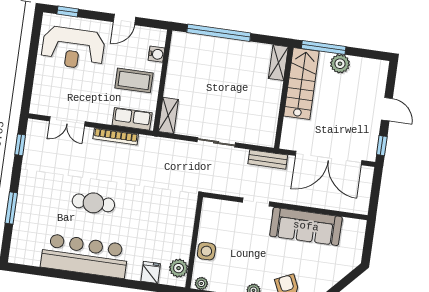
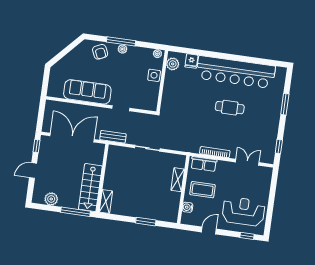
window: (219, 33) -> (146, 222), width x0.47
plant: (340, 64) -> (51, 199), moved
door: (387, 109) -> (33, 170), hinge flipped
shelving: (168, 115) -> (178, 180), moved
bar counter: (85, 256) -> (236, 72), width x1.36

